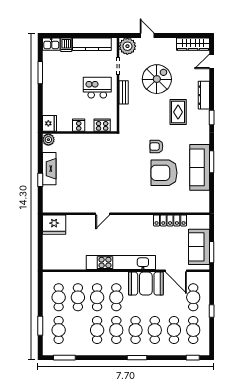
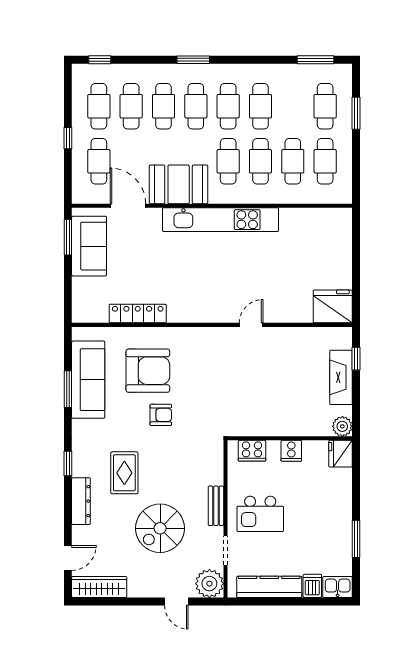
door: (103, 214) -> (251, 325), moved
wall: (126, 214) -> (212, 325), moved
locker: (170, 220) -> (138, 314), moved
fridge: (54, 225) -> (333, 306), moved

